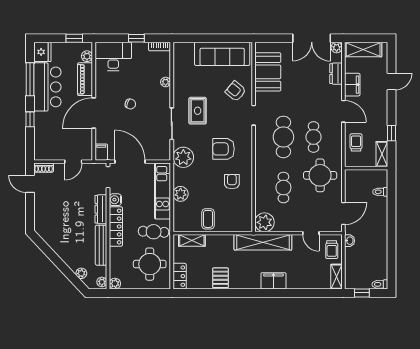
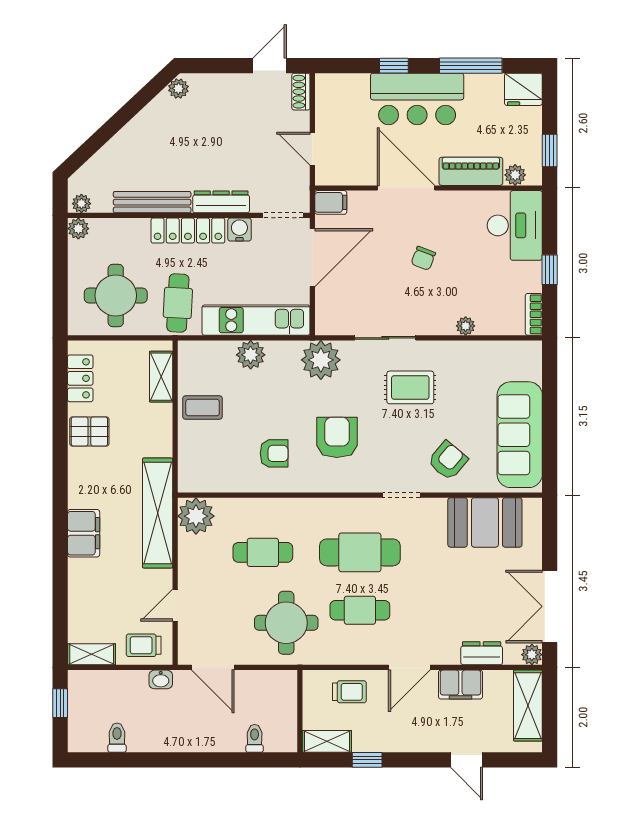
bar counter: (47, 87) -> (417, 99), moved
plant: (81, 273) -> (178, 89), moved
locker: (180, 276) -> (80, 378), moved, turned -90
toilet: (380, 284) -> (117, 738), moved

